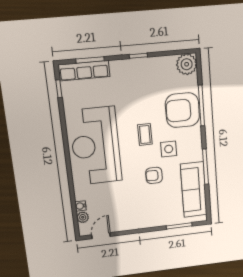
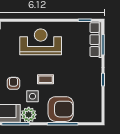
plant: (187, 64) -> (29, 115), moved
armchair: (182, 110) -> (61, 109), turned 90
reception desk: (96, 146) -> (41, 42), width x0.74, depth x0.77

